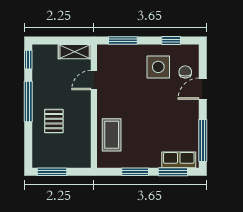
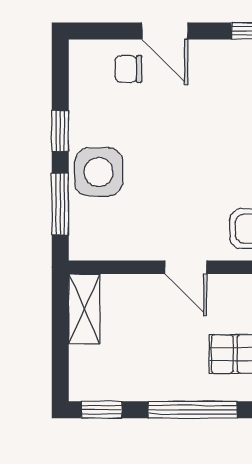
window: (171, 40) -> (60, 131), moved
side table: (158, 67) -> (99, 172), moved
door: (94, 80) -> (186, 267), moved

